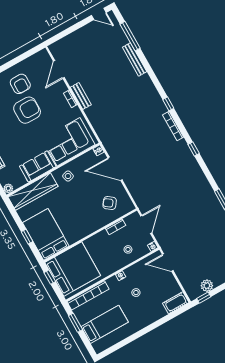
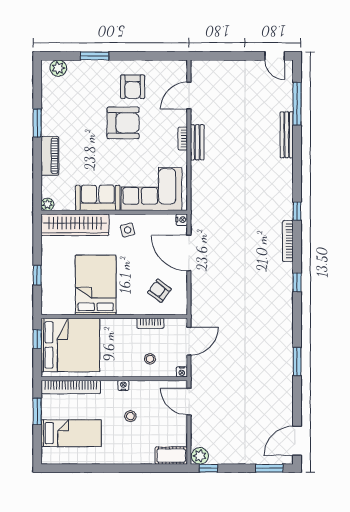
bed: (46, 234) -> (96, 285), moved
plant: (207, 286) -> (200, 456), moved

